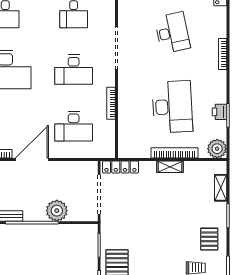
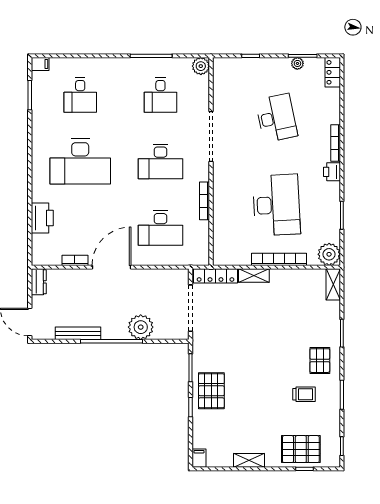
printer: (220, 112) -> (332, 172), moved
shelving: (170, 167) -> (254, 276), moved
shelving: (221, 188) -> (333, 284), moved

